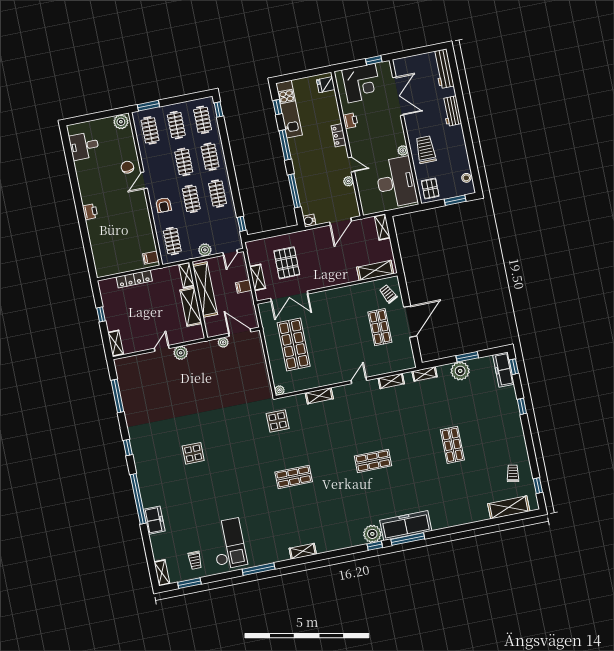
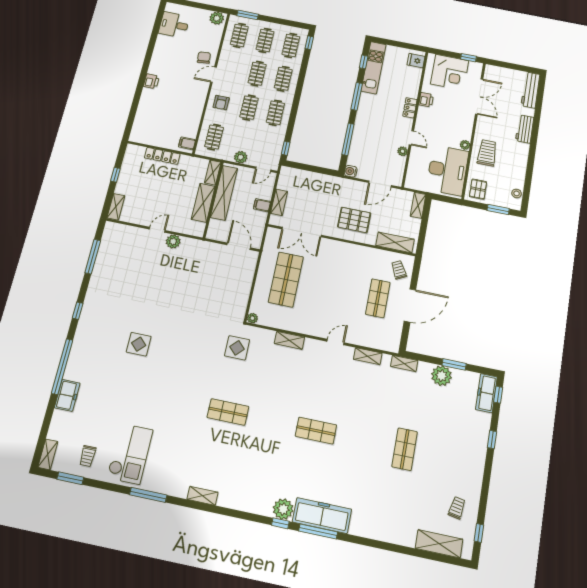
pallet: (287, 263) -> (354, 220), moved, turned 90
plant: (223, 342) -> (218, 249), removed

